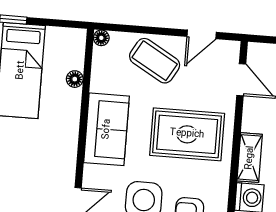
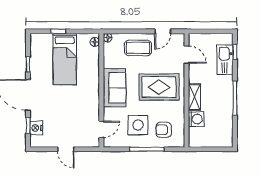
coffee table: (155, 61) -> (138, 48), turned -30
floor lamp: (75, 79) -> (95, 42), moved

